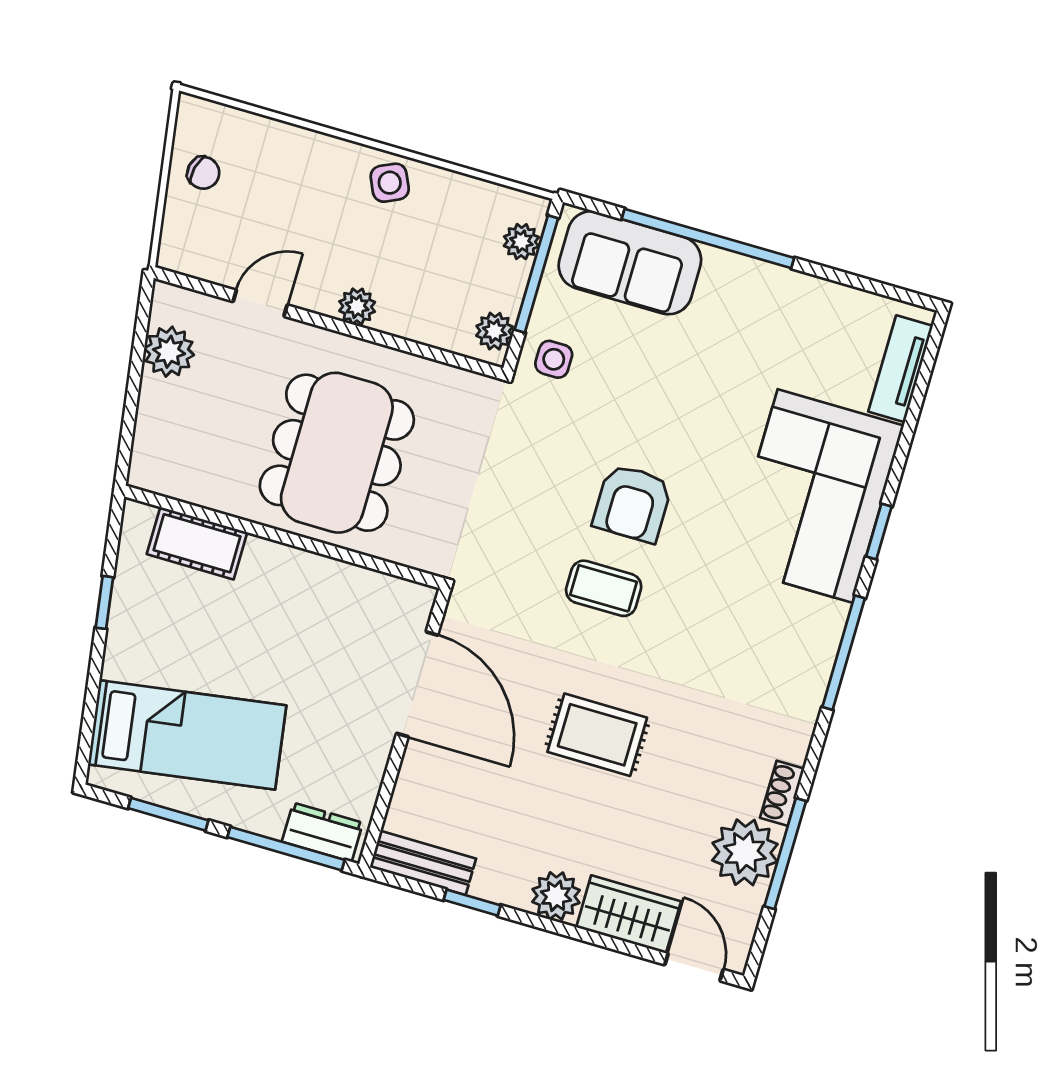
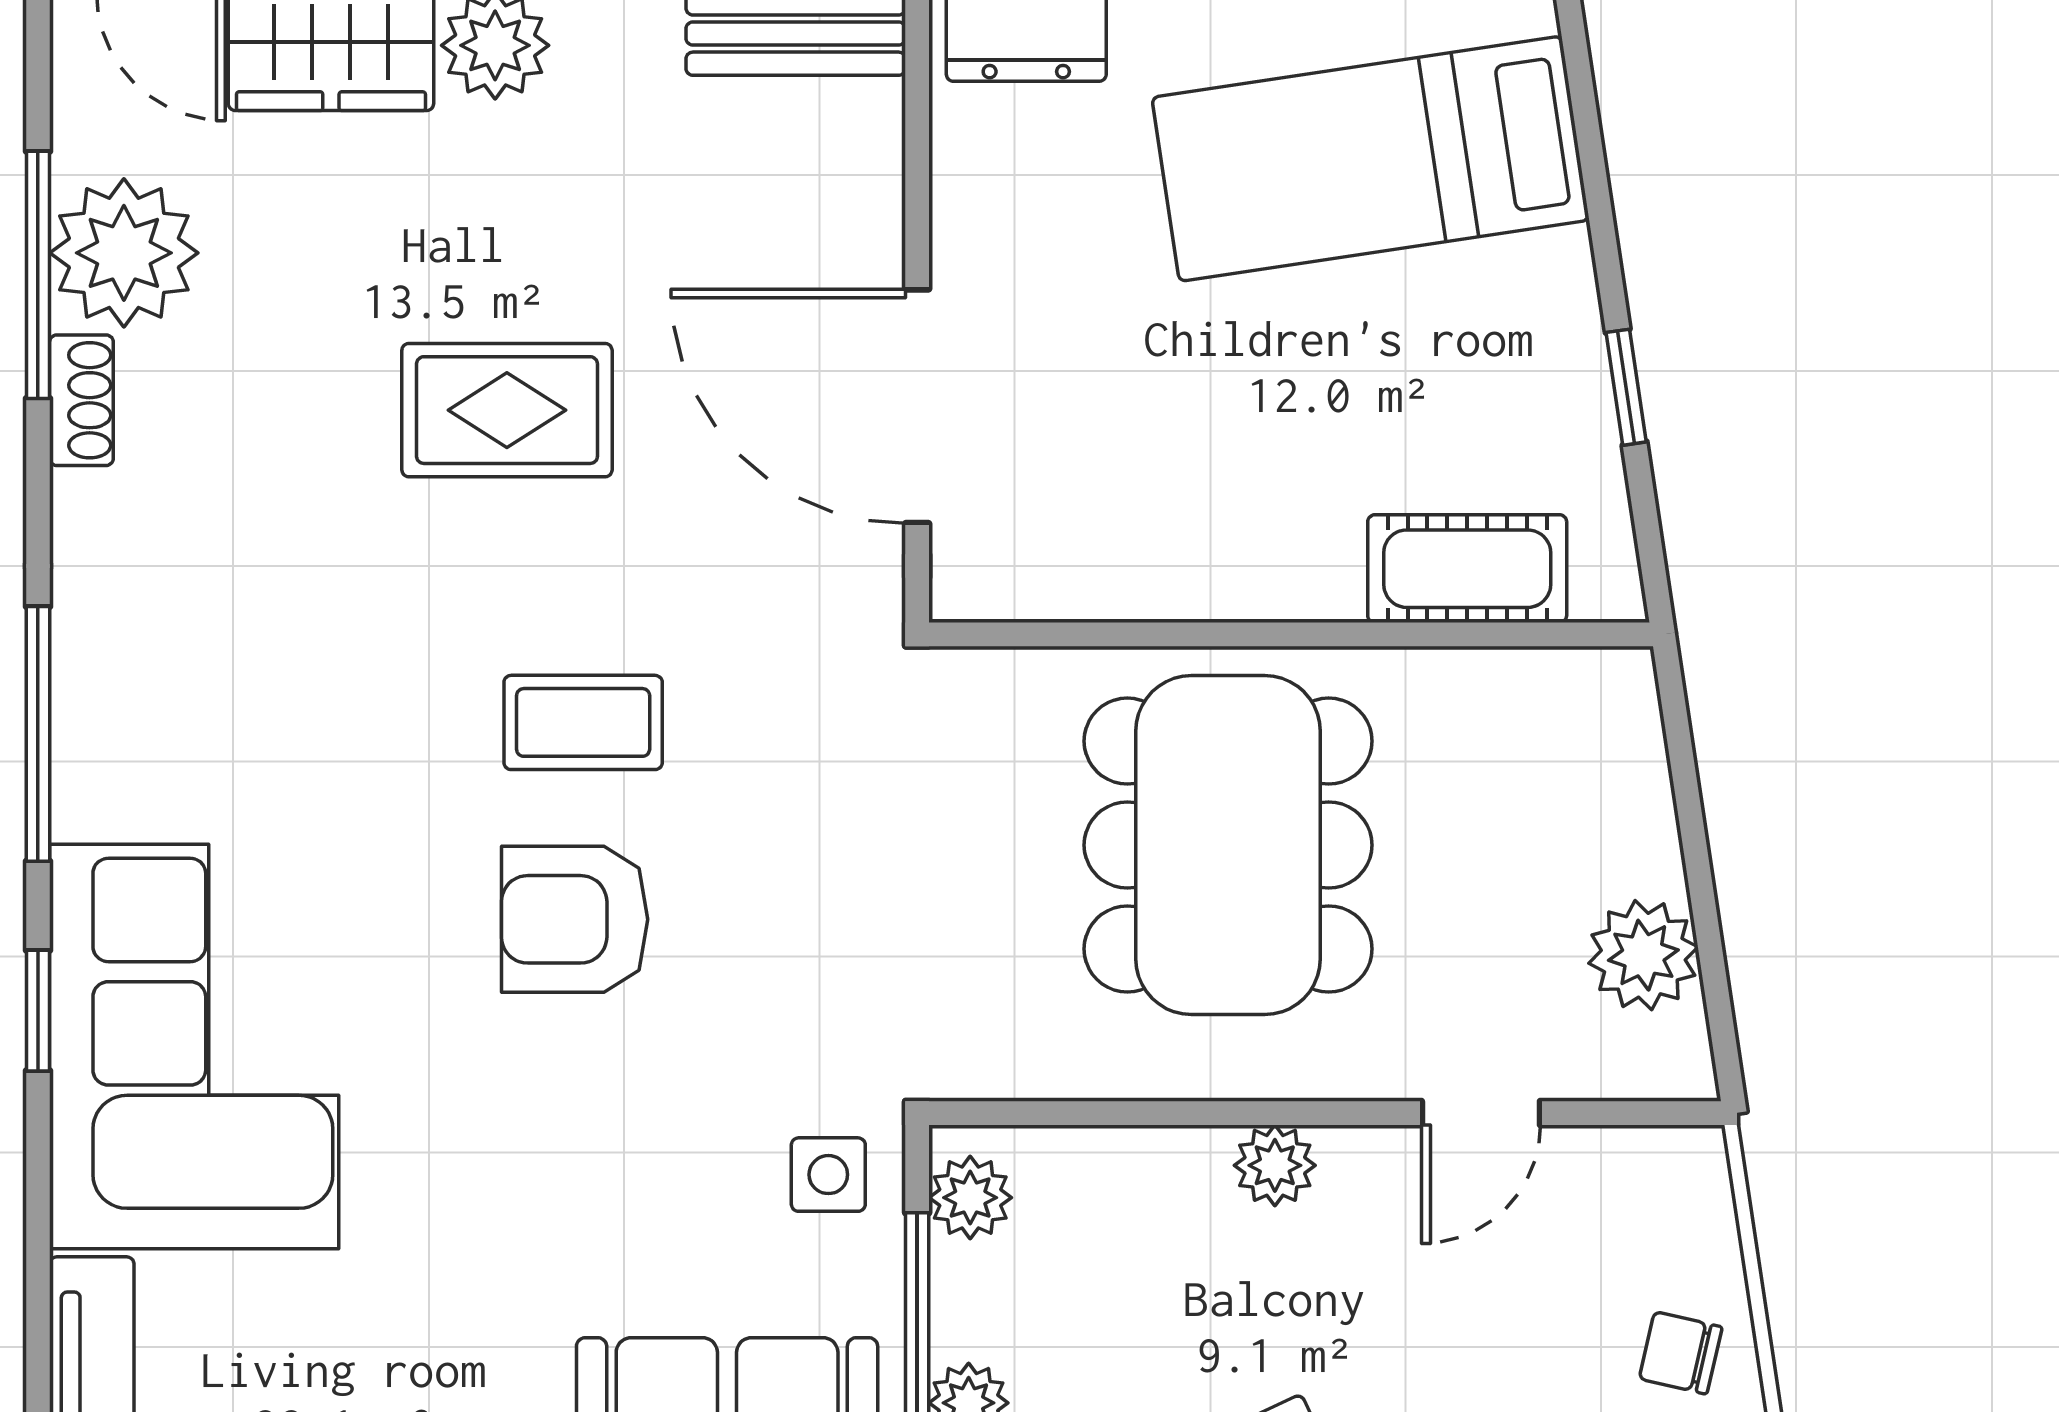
armchair: (632, 503) -> (575, 919), turned -90

